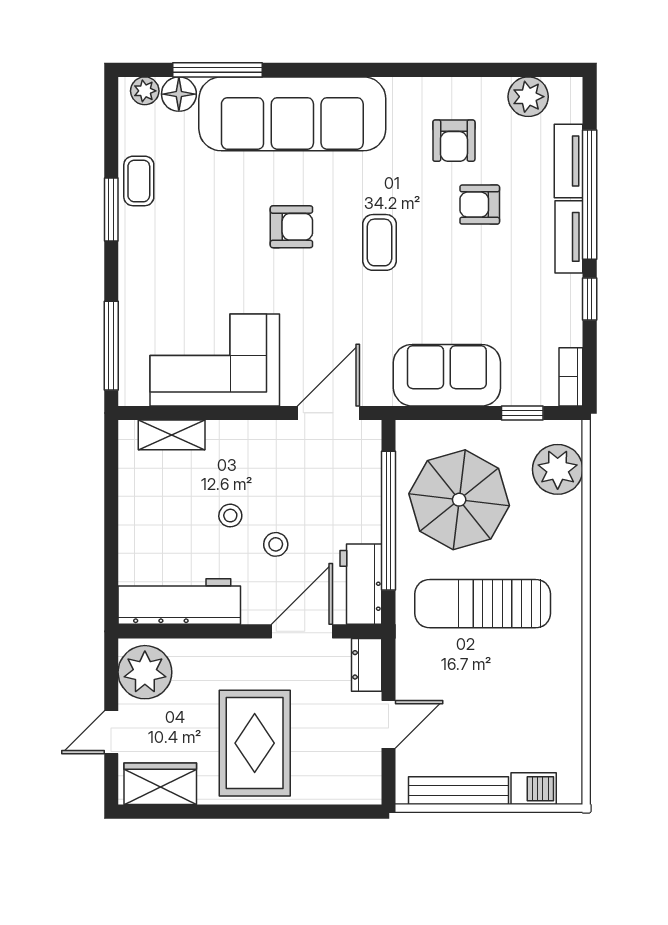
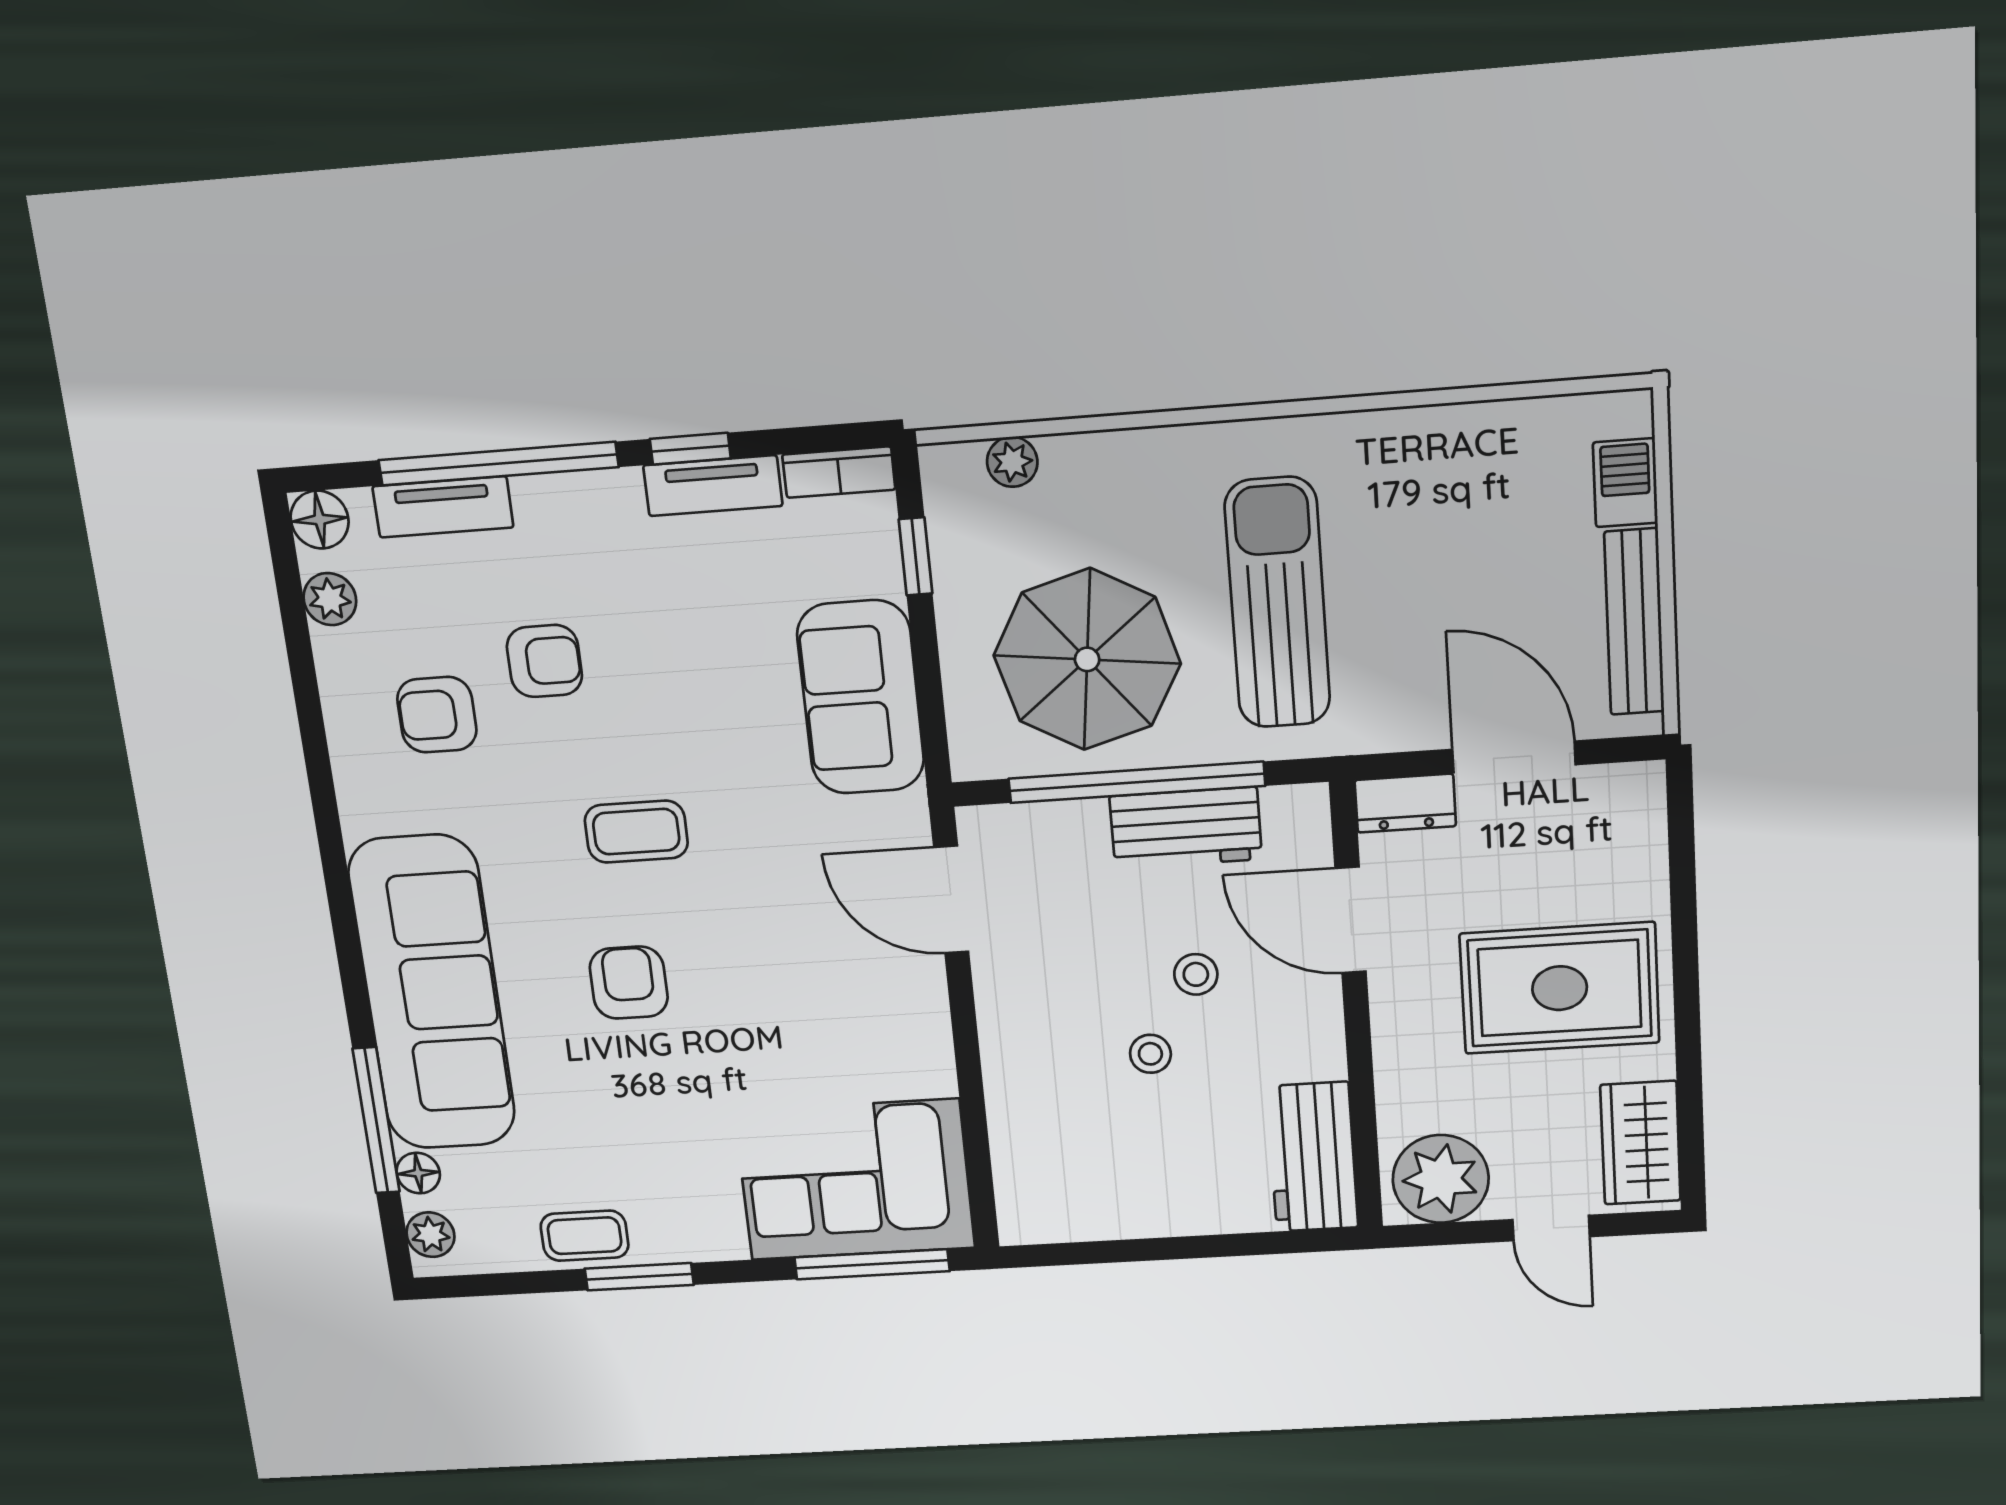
floor lamp: (567, 93) -> (320, 520), added
floor lamp: (179, 94) -> (418, 1173), width x0.73, depth x0.73
plant: (528, 97) -> (330, 599), width x0.73, depth x0.73
armchair: (454, 141) -> (437, 715), turned 180
armchair: (480, 205) -> (544, 661), turned -90
tv unit: (569, 237) -> (713, 486), moved
corner sofa: (215, 360) -> (855, 1180), moved, turned 90
shelving: (172, 435) -> (1017, 1159), removed
plant: (558, 469) -> (1012, 462), width x0.53, depth x0.53
workbench: (361, 584) -> (1186, 828), moved
workbench: (179, 601) -> (1312, 1157), width x0.73
sun lounger: (483, 604) -> (1278, 603), turned 180
door: (389, 724) -> (1514, 757), width x1.38

